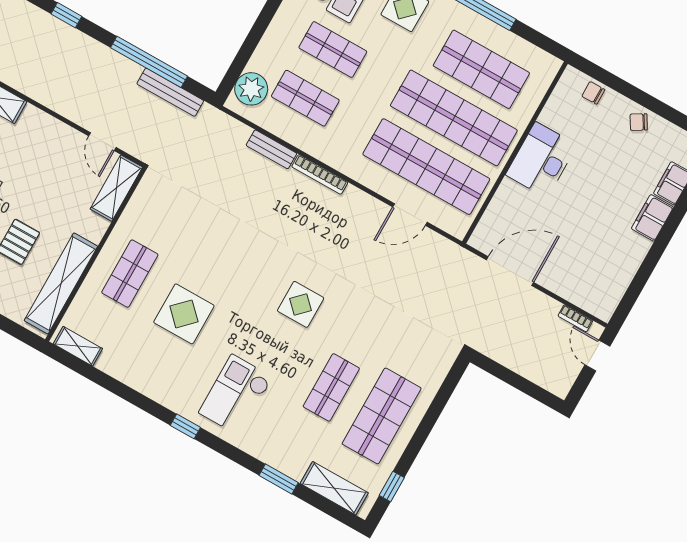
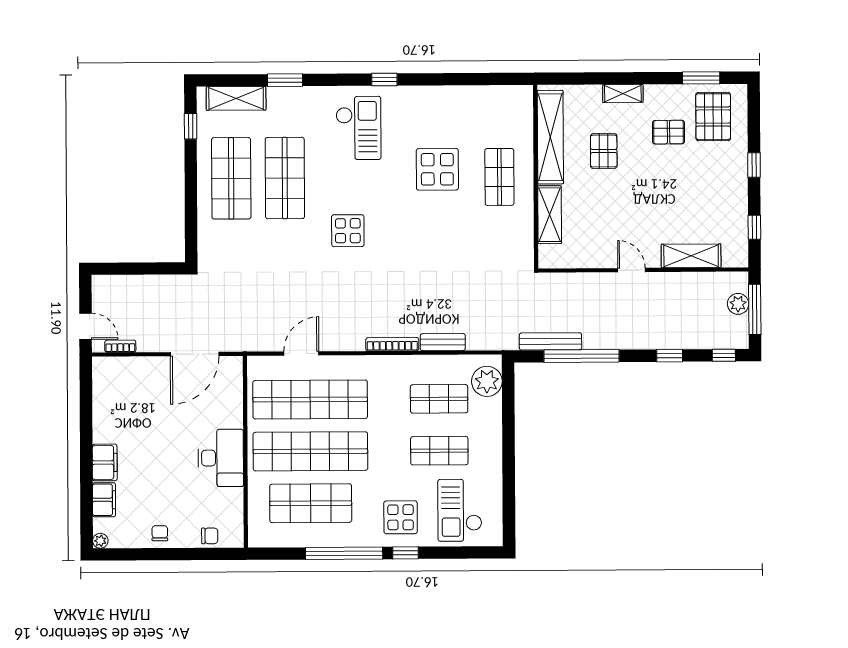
chair: (639, 122) -> (160, 533), turned -59
door: (102, 142) -> (632, 270), moved
shelving: (116, 188) -> (550, 215), moved
shelving: (78, 346) -> (508, 94), removed
shop shelf: (331, 387) -> (285, 178), width x1.43, depth x1.36

